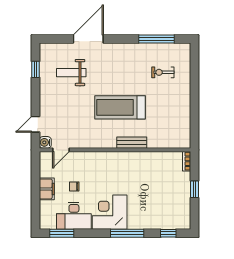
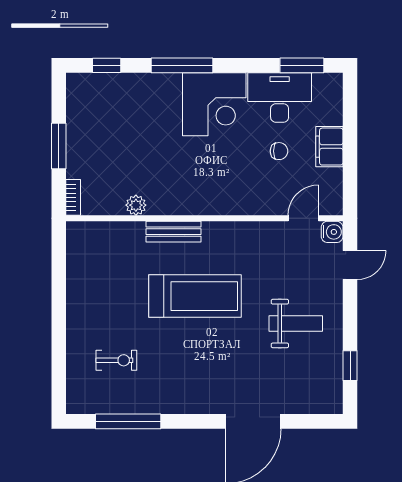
weight bench: (71, 73) -> (296, 324), moved
plant: (152, 157) -> (136, 205), added
window: (194, 189) -> (59, 146), width x1.50

